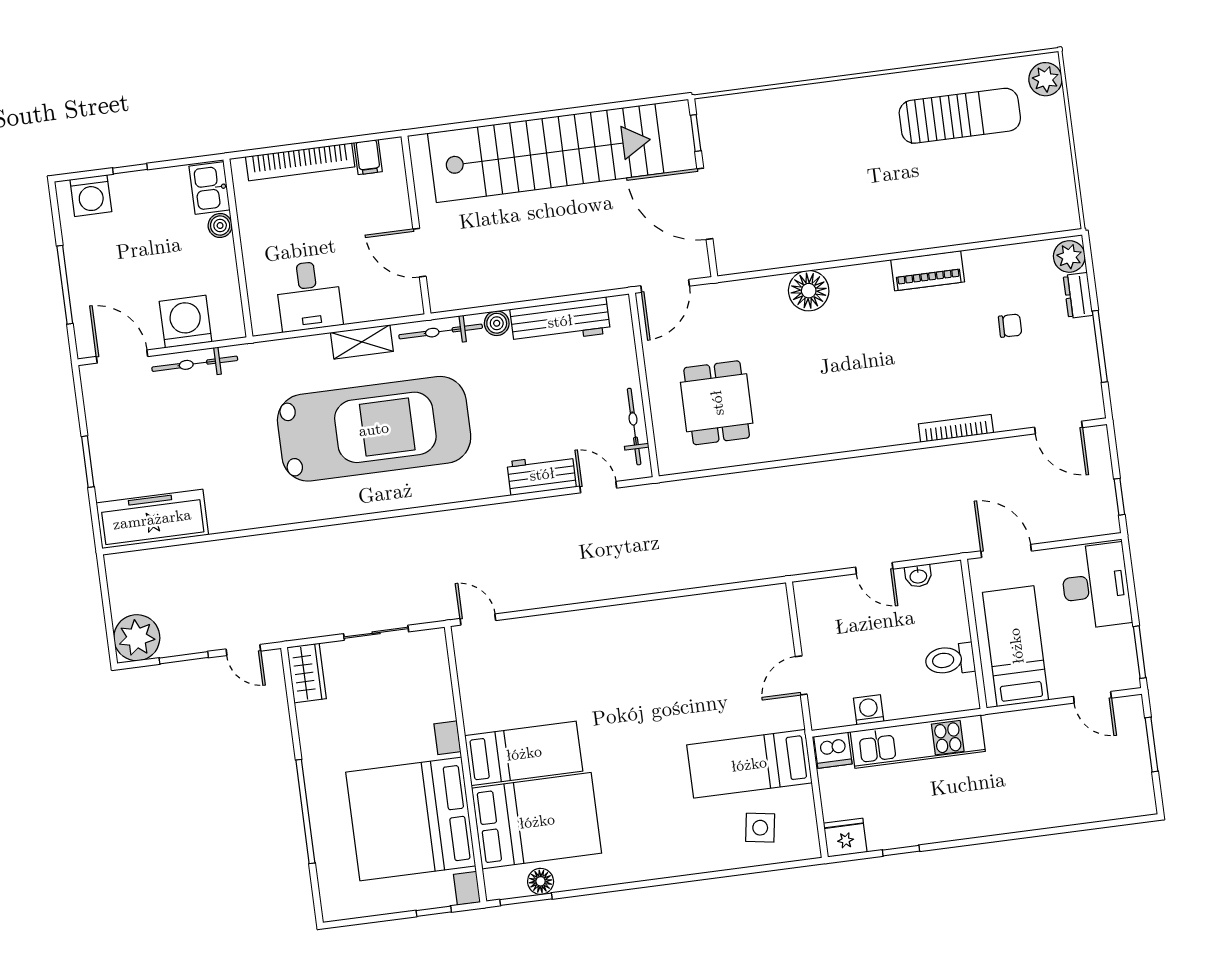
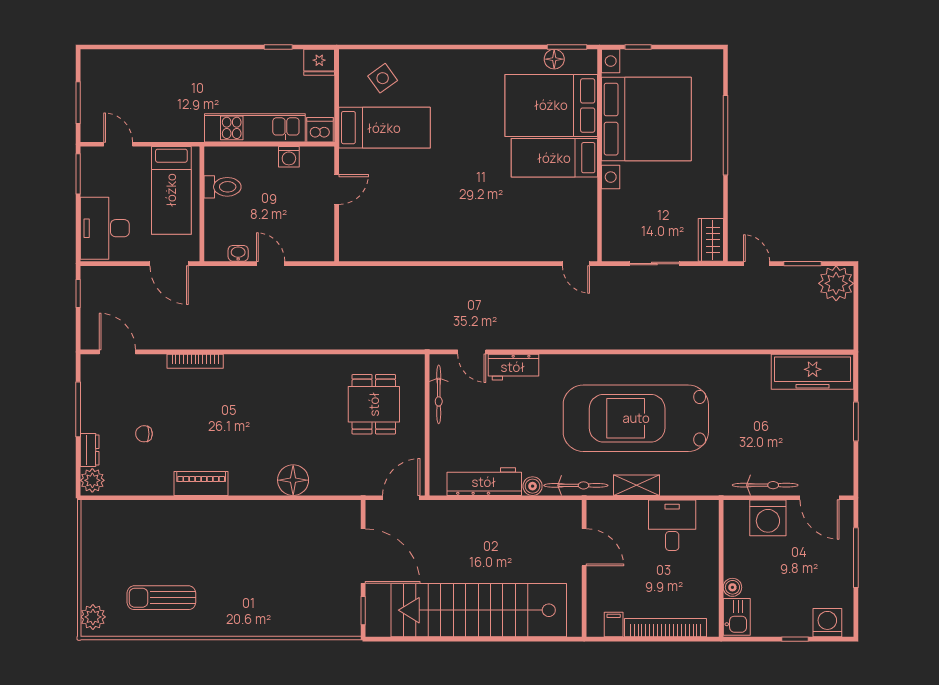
sun lounger: (960, 116) -> (161, 598), width x0.73, depth x0.75
side table: (760, 828) -> (383, 78), turned 45

